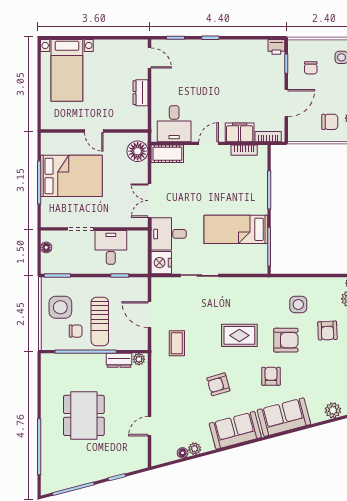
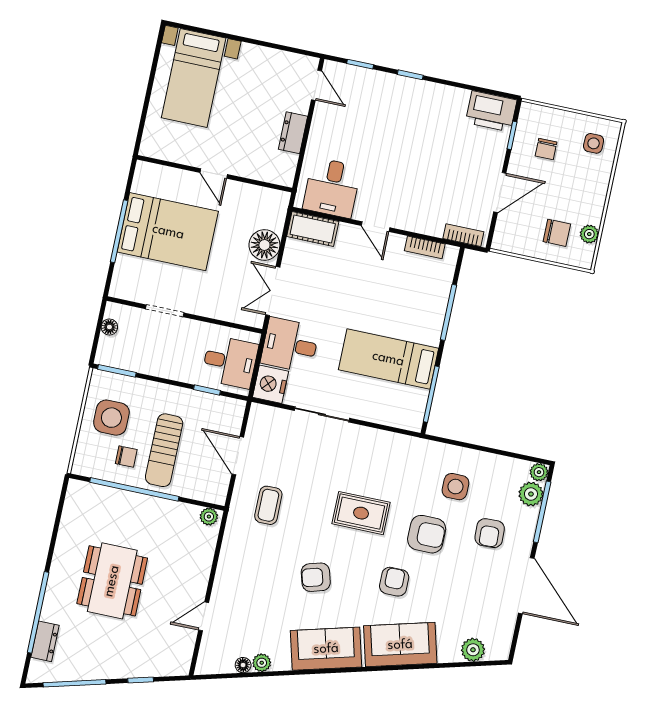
printer: (276, 47) -> (491, 111), width x1.87, depth x1.48
filing cabinet: (240, 132) -> (424, 220), removed
door: (209, 143) -> (376, 227), swing flipped
floor lamp: (138, 151) -> (264, 245), moved
desk: (111, 247) -> (230, 362), moved, turned 90
dresser: (119, 360) -> (45, 641), moved, turned -90

